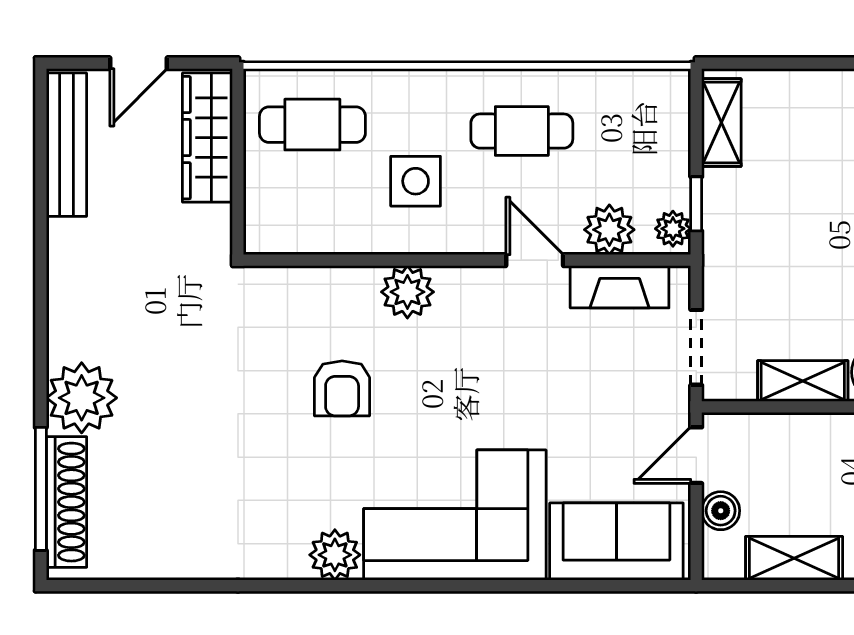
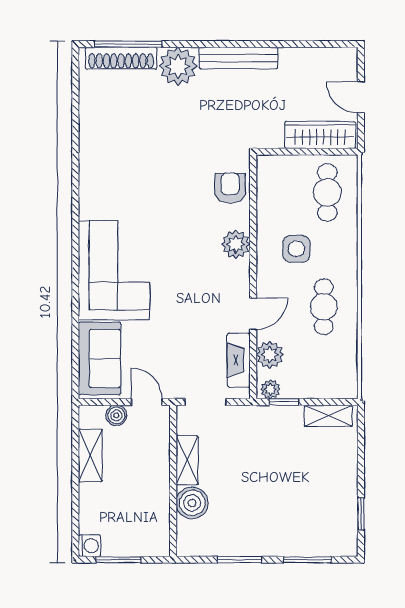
bench: (66, 145) -> (238, 58), moved
armchair: (342, 388) -> (230, 188), moved, turned 90
plant: (335, 555) -> (92, 205), removed

